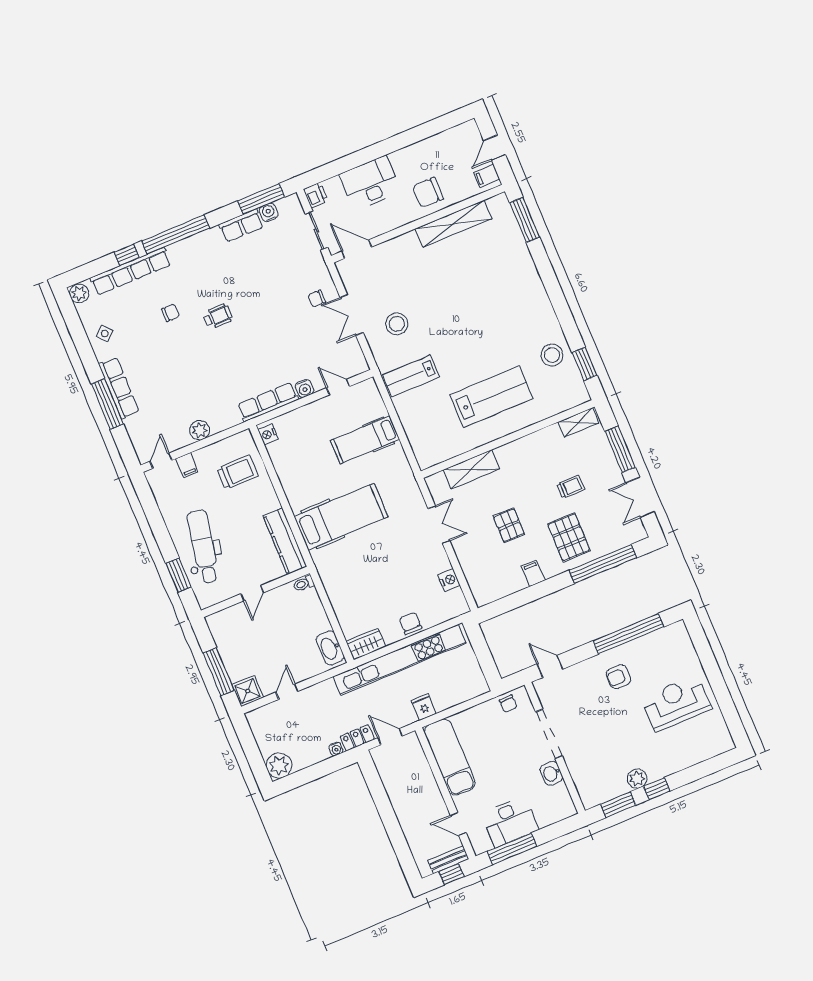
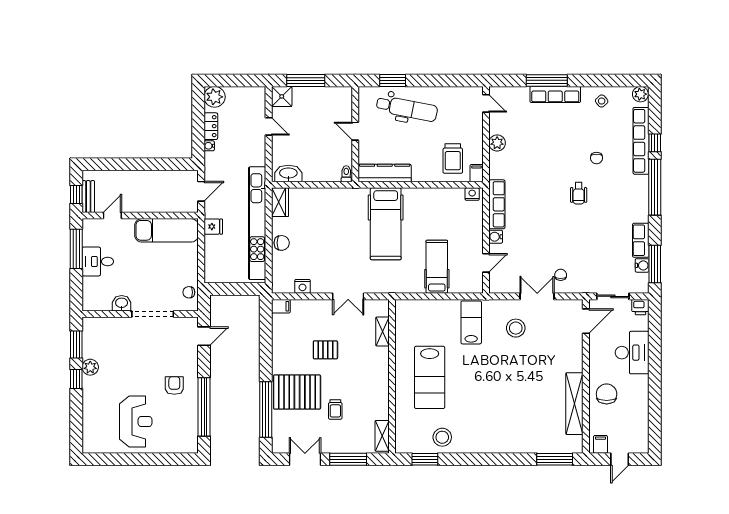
door: (494, 148) -> (620, 459), swing flipped
filing cabinet: (187, 465) -> (477, 173), moved, turned 90
shelving: (471, 469) -> (382, 331), width x0.67, depth x0.75
pallet: (569, 537) -> (297, 392), width x1.37, depth x1.41
filing cabinet: (533, 573) -> (281, 306), moved
locker: (357, 738) -> (211, 126), moved
desk: (510, 822) -> (98, 261), width x0.73

